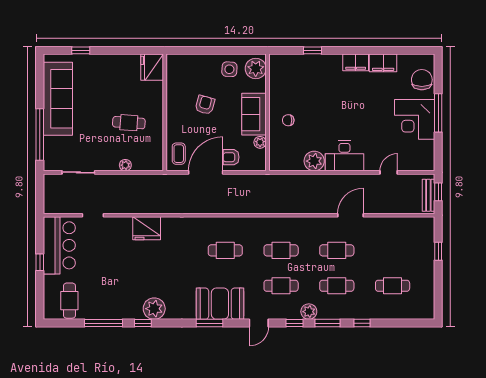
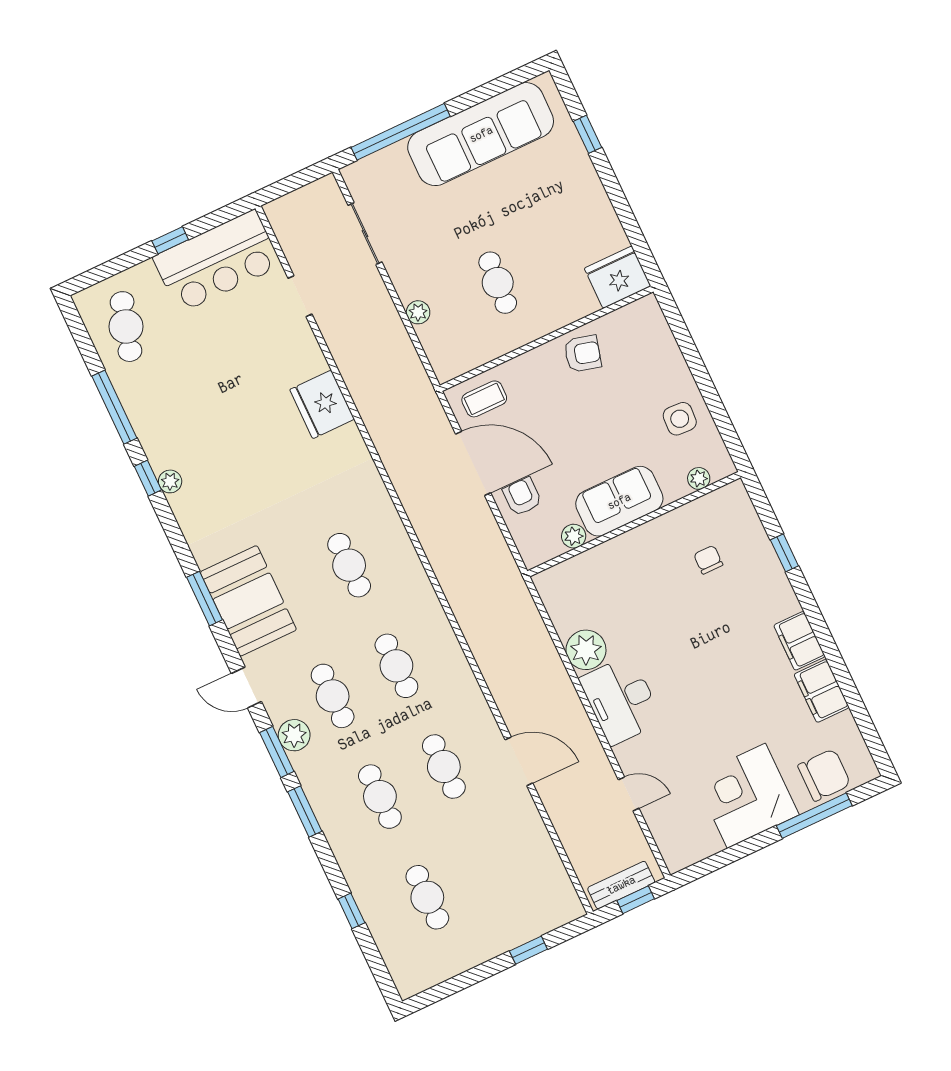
plant: (256, 68) -> (699, 478), width x0.53, depth x0.53
armchair: (205, 105) -> (583, 354), moved
window: (438, 113) -> (814, 816), moved
chair: (288, 120) -> (708, 560), moved
cafe table: (69, 301) -> (126, 327), turned -74
plant: (154, 309) -> (170, 481), width x0.53, depth x0.53
plant: (309, 312) -> (294, 735), moved
window: (295, 323) -> (277, 752), width x1.50
window: (362, 323) -> (351, 911), moved

